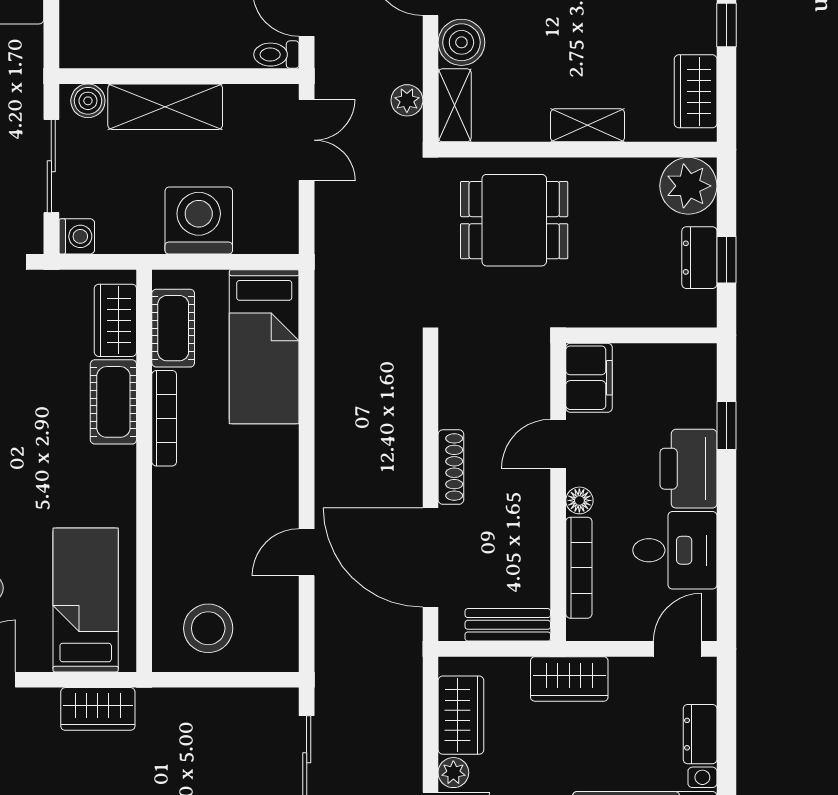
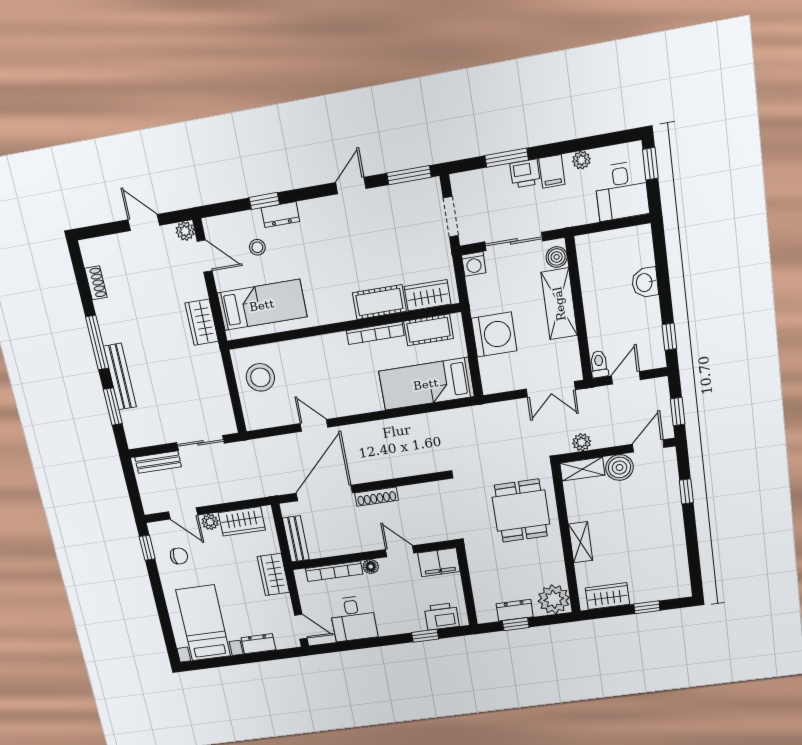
printer: (688, 469) -> (442, 616), moved, width x0.73, depth x0.84

